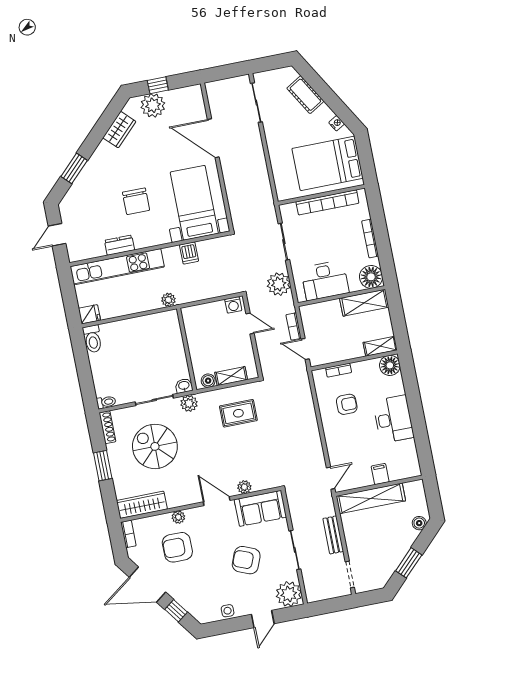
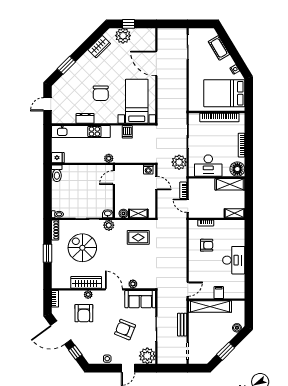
door: (182, 328) -> (114, 178), added
floor lamp: (390, 365) -> (238, 226), removed
wardrobe: (142, 505) -> (86, 282), moved
armchair: (177, 547) -> (84, 313), turned -90

